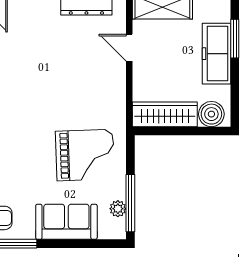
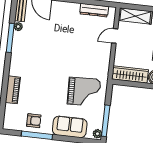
door: (129, 48) -> (115, 36), hinge flipped
plant: (118, 209) -> (97, 134), moved

